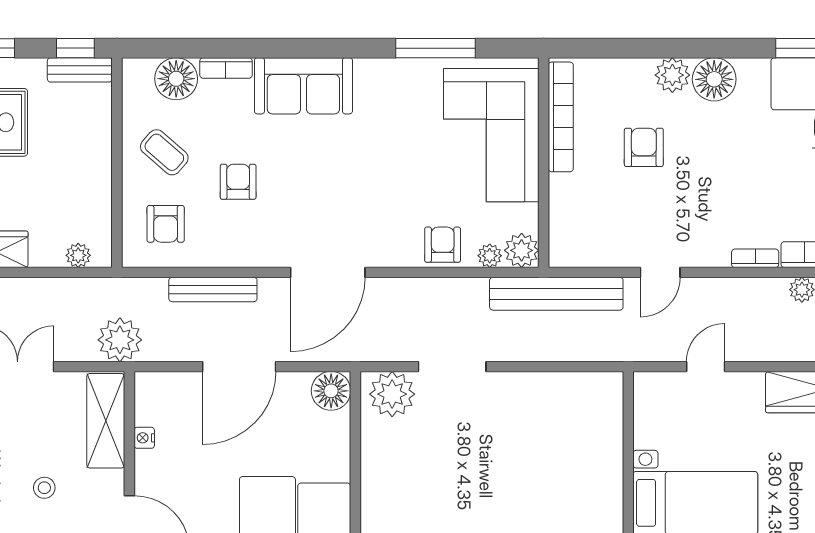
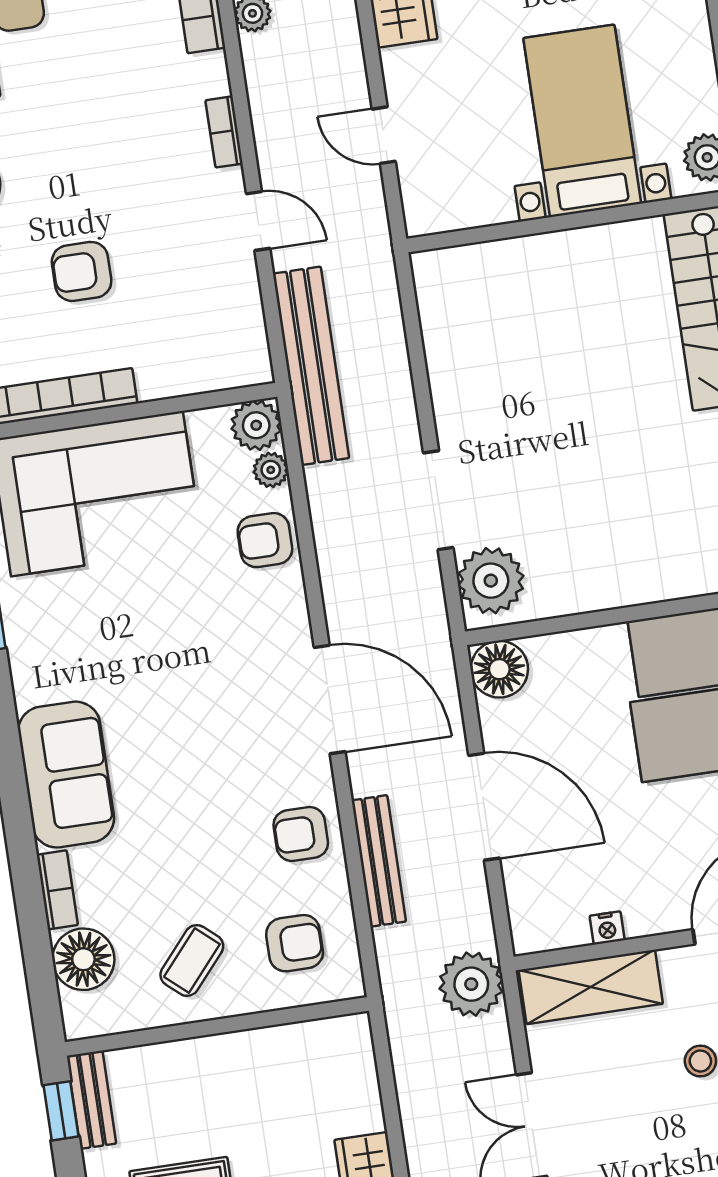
armchair: (238, 182) -> (301, 834), moved
plant: (78, 255) -> (359, 1062), removed
bookcase: (755, 258) -> (224, 132), moved

